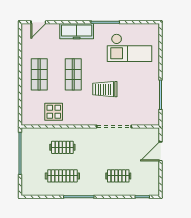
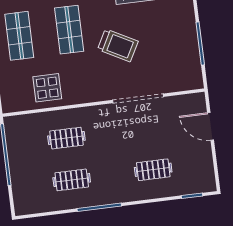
trolley: (105, 89) -> (118, 45), turned -152
door: (161, 151) -> (211, 126), hinge flipped
clothes rail: (62, 176) -> (72, 180), width x0.73

